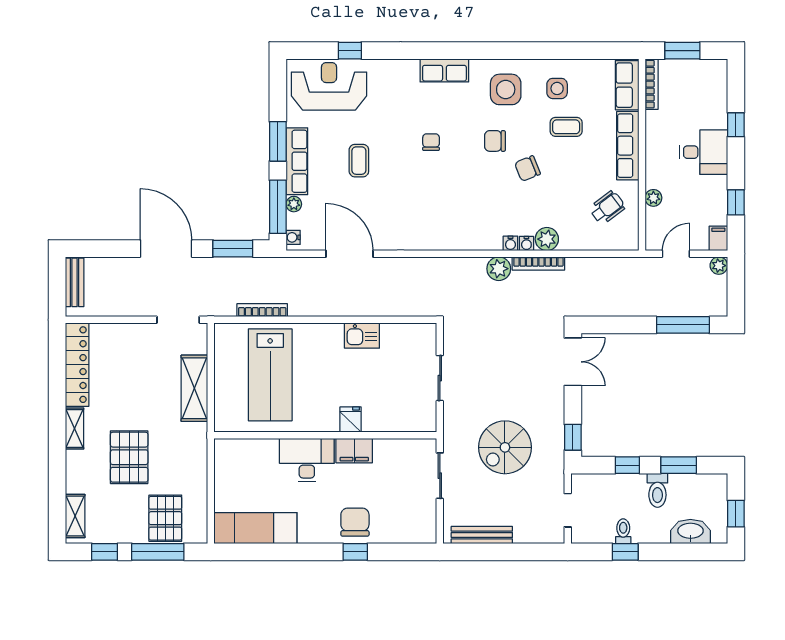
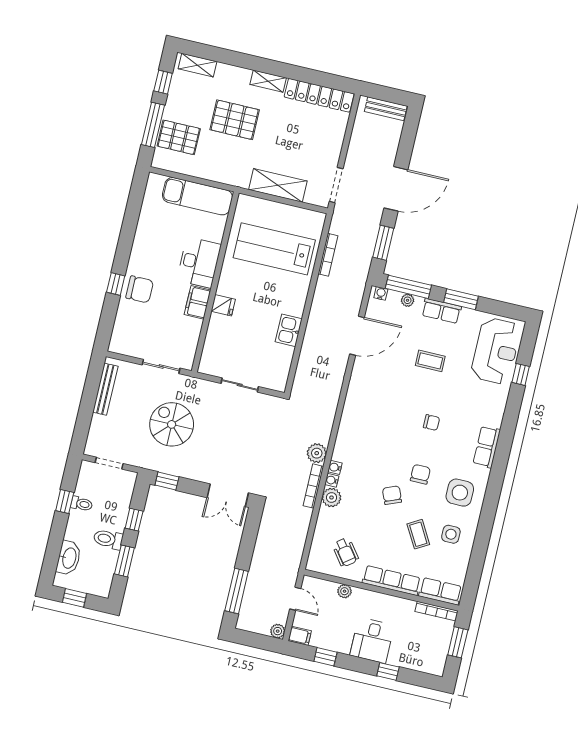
coffee table: (566, 127) -> (418, 534), turned -30
row of seats: (297, 161) -> (441, 311), width x0.68
exam couch: (255, 528) -> (197, 196), moved, turned 90

